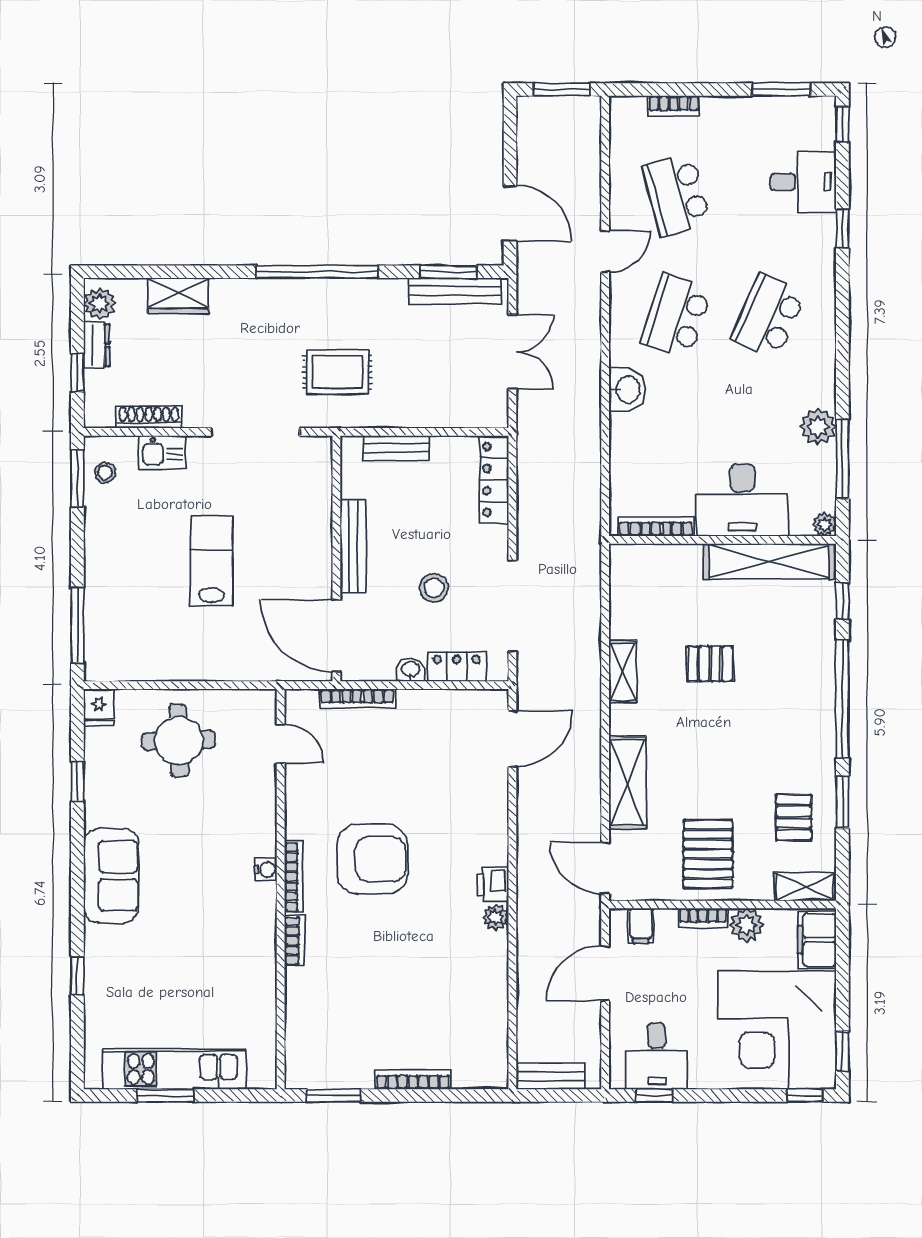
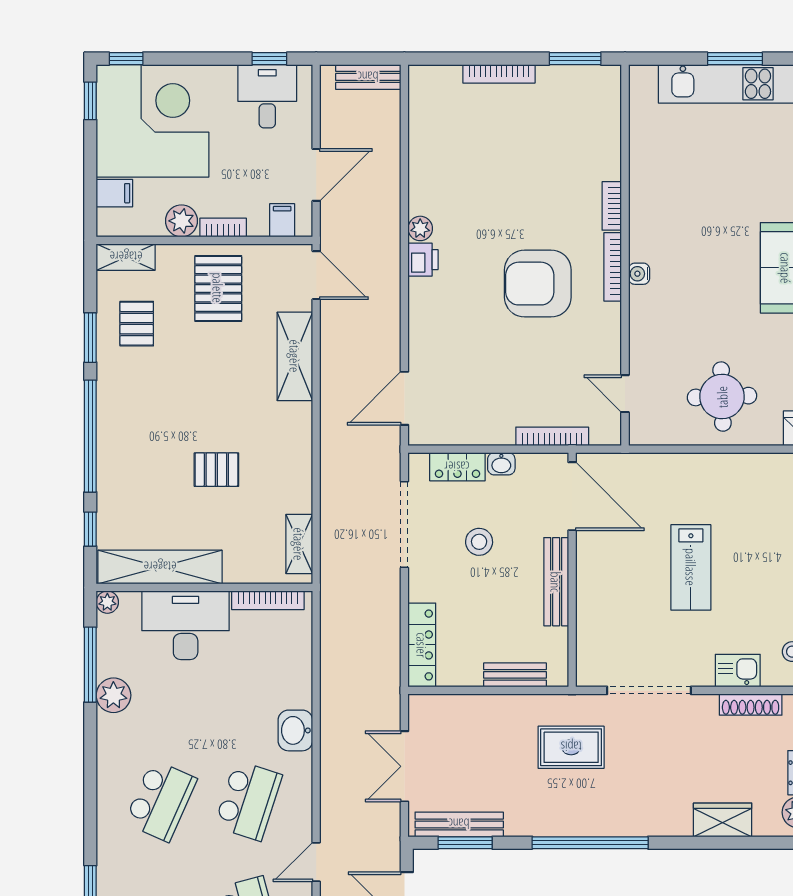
shelving: (623, 672) -> (299, 544), moved
filing cabinet: (817, 940) -> (114, 193), width x0.50

